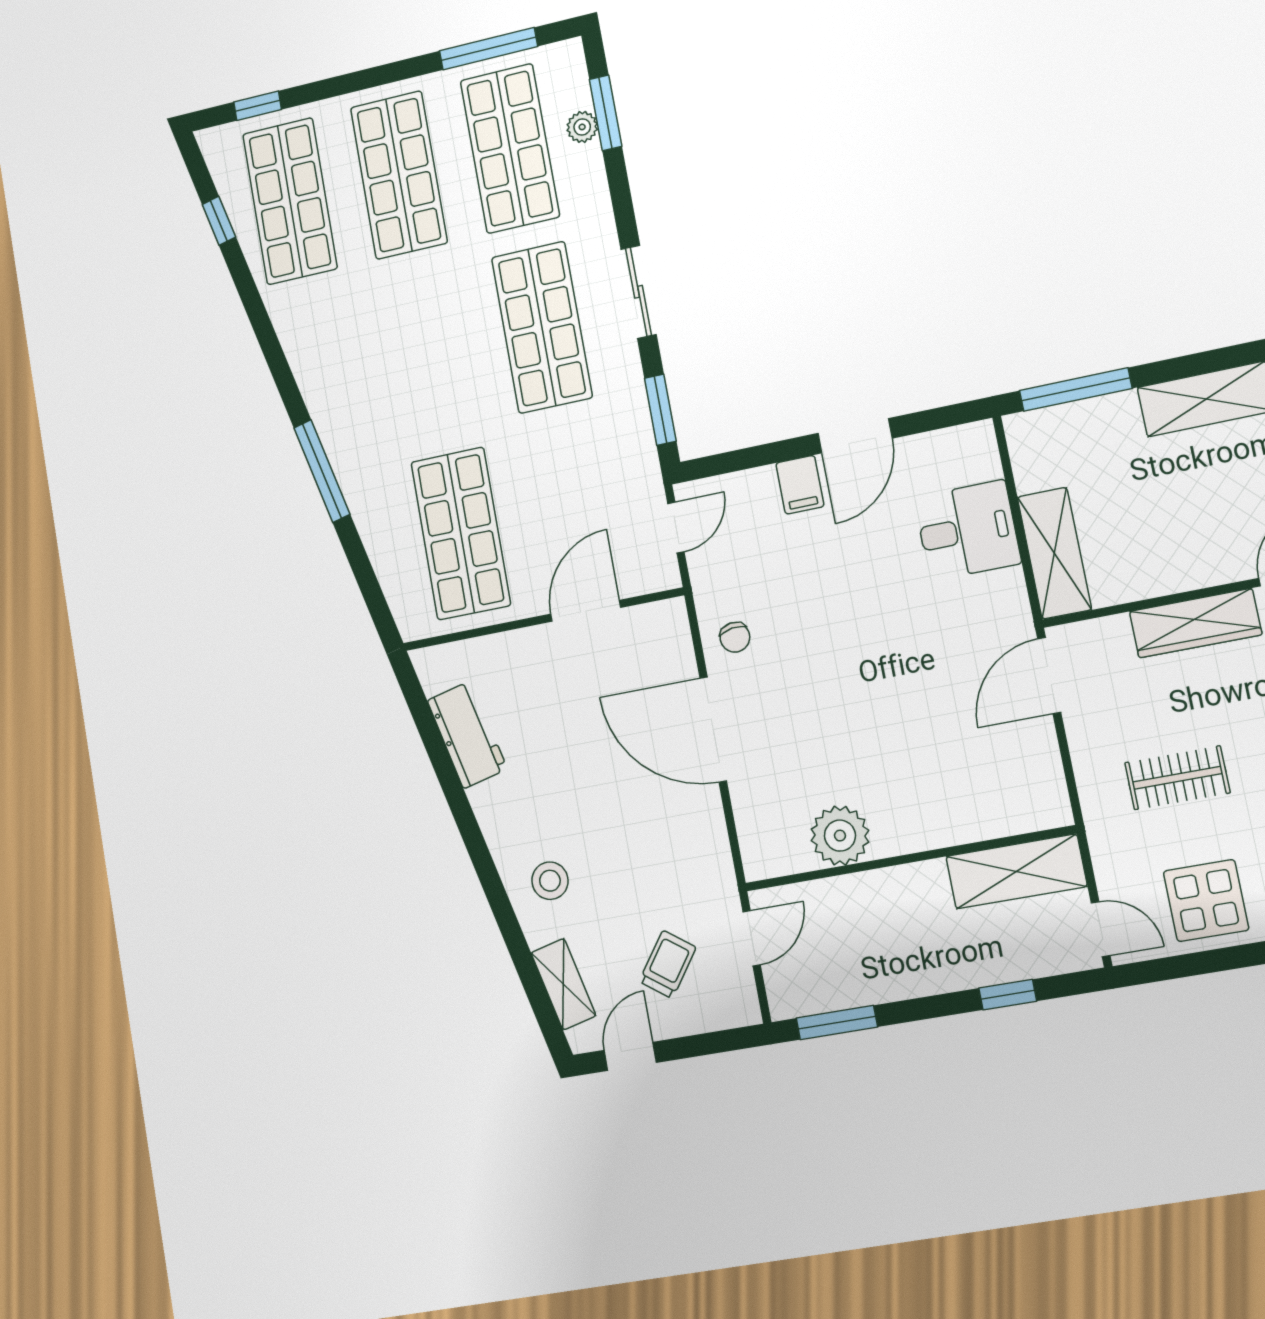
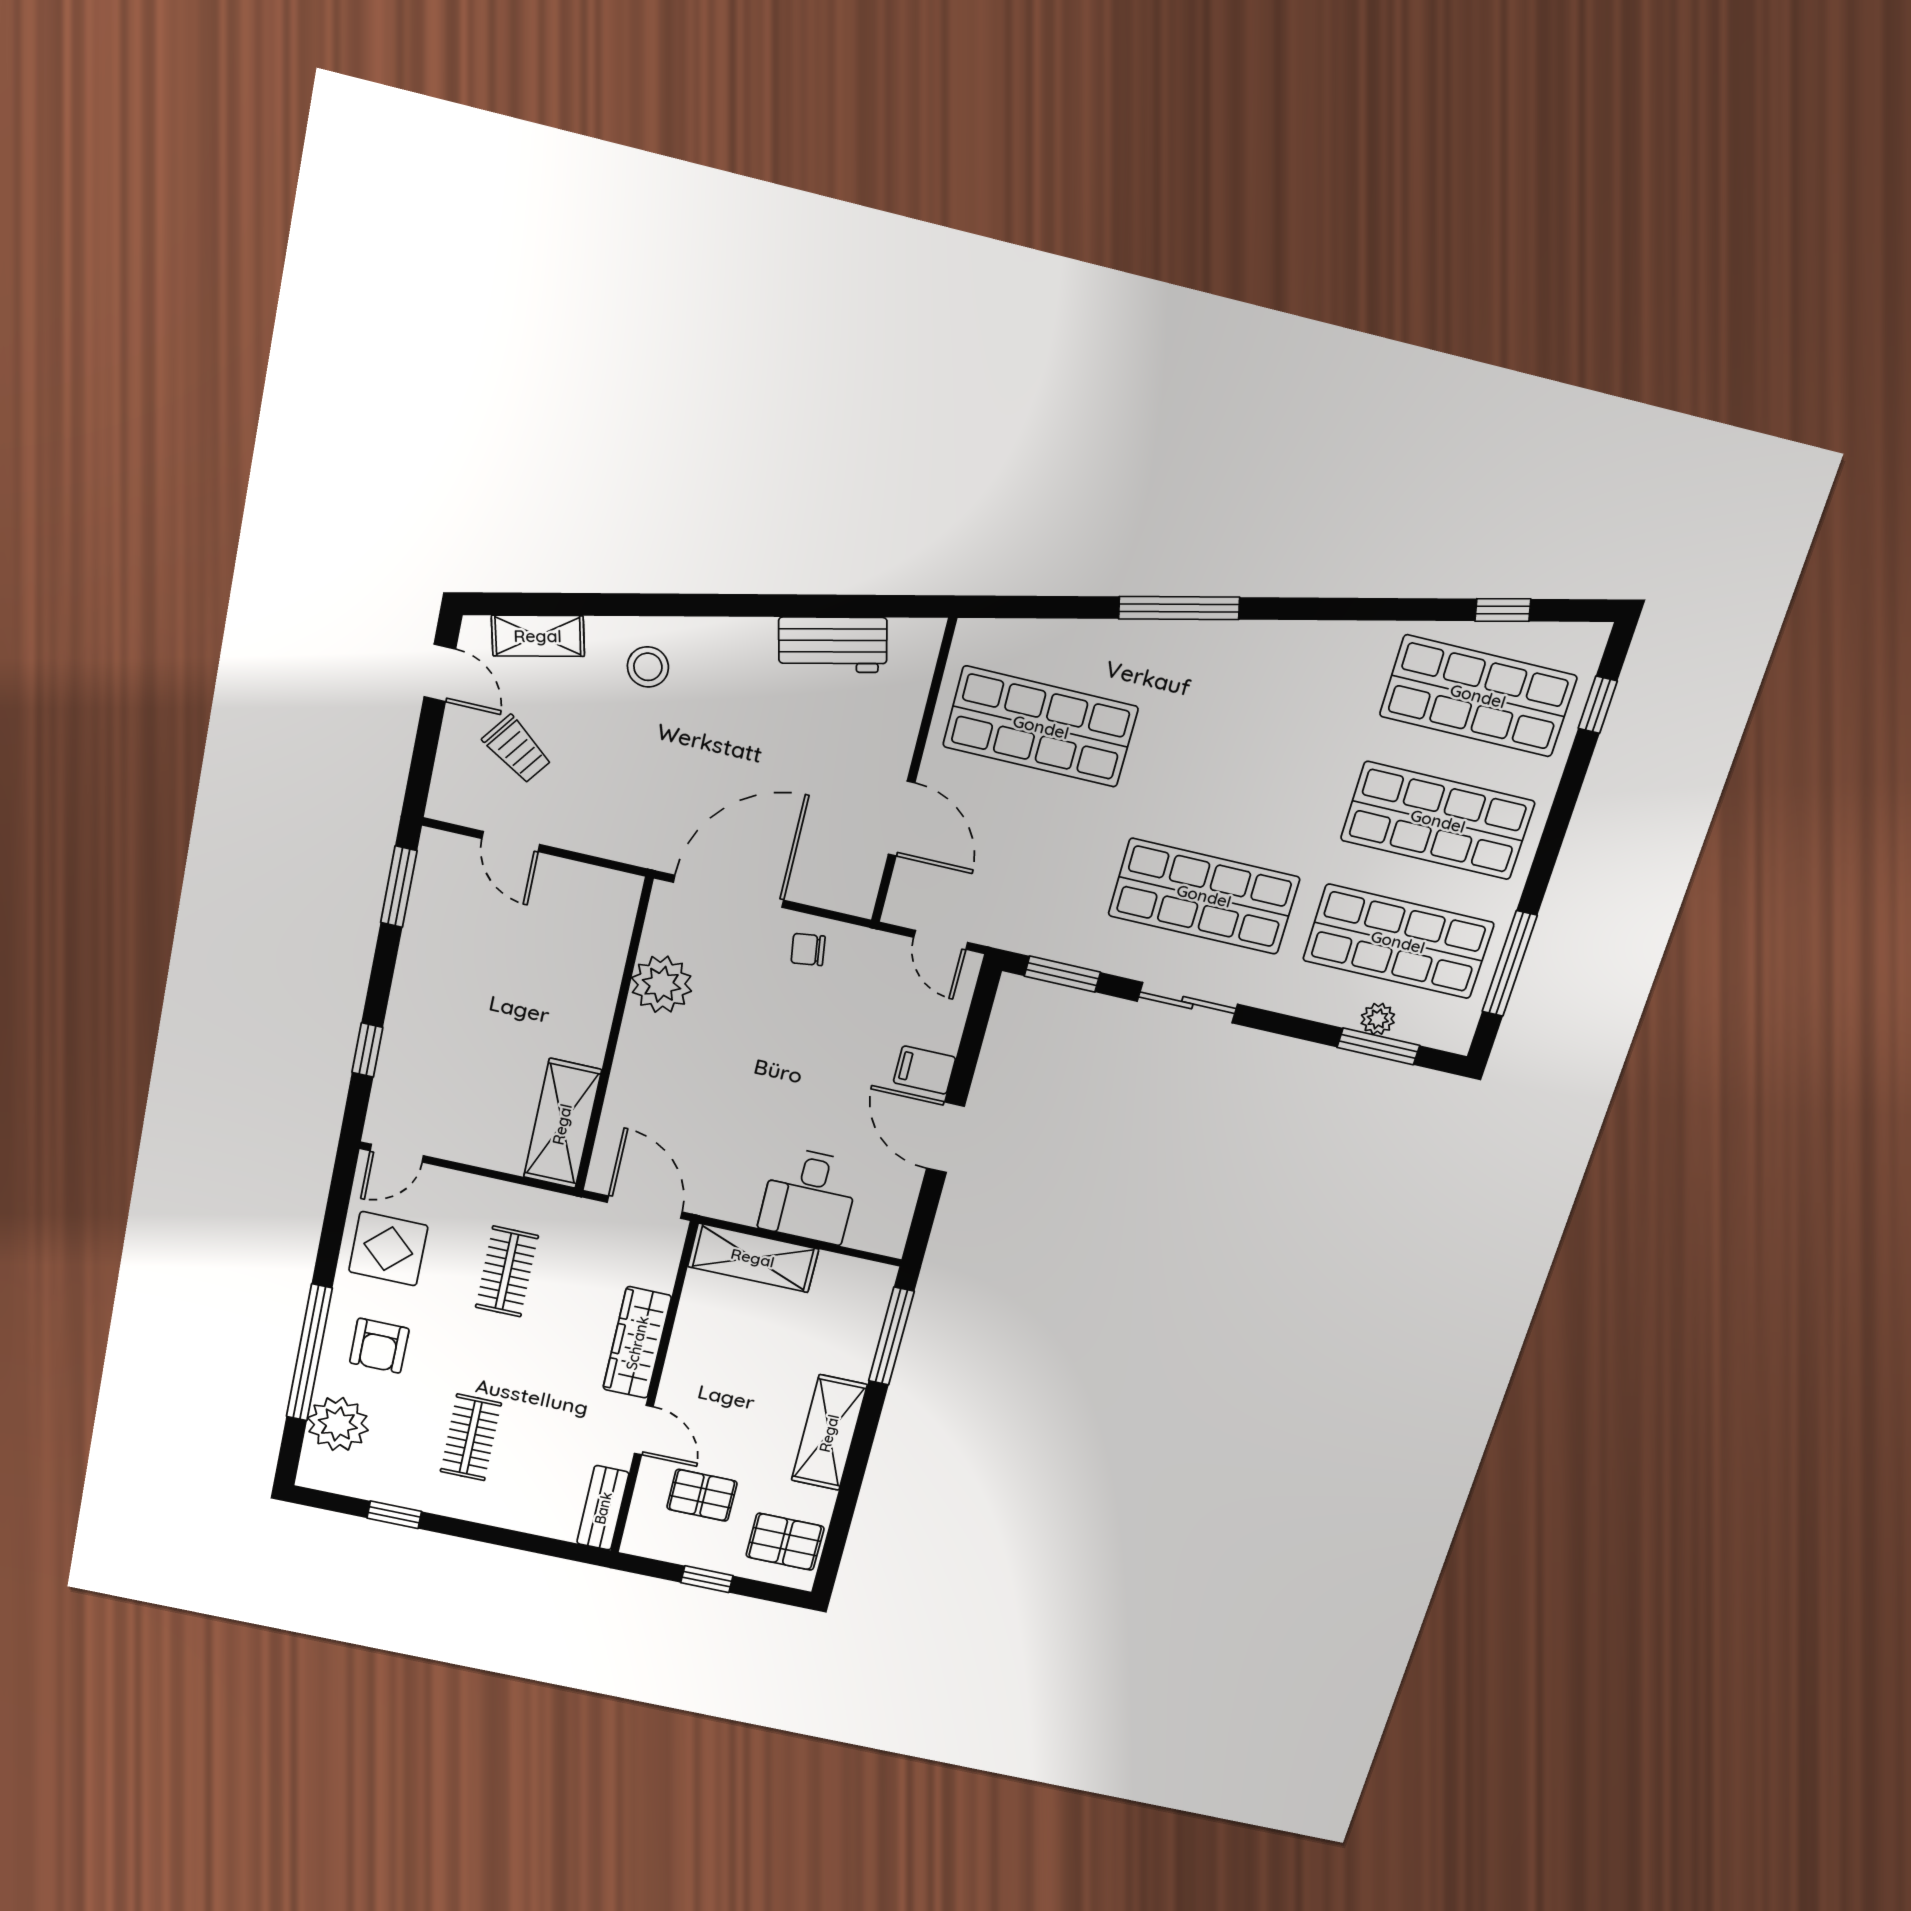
plant: (840, 836) -> (662, 984), moved
wall: (909, 858) -> (614, 1037), moved
shelving: (1016, 871) -> (562, 1124), moved

